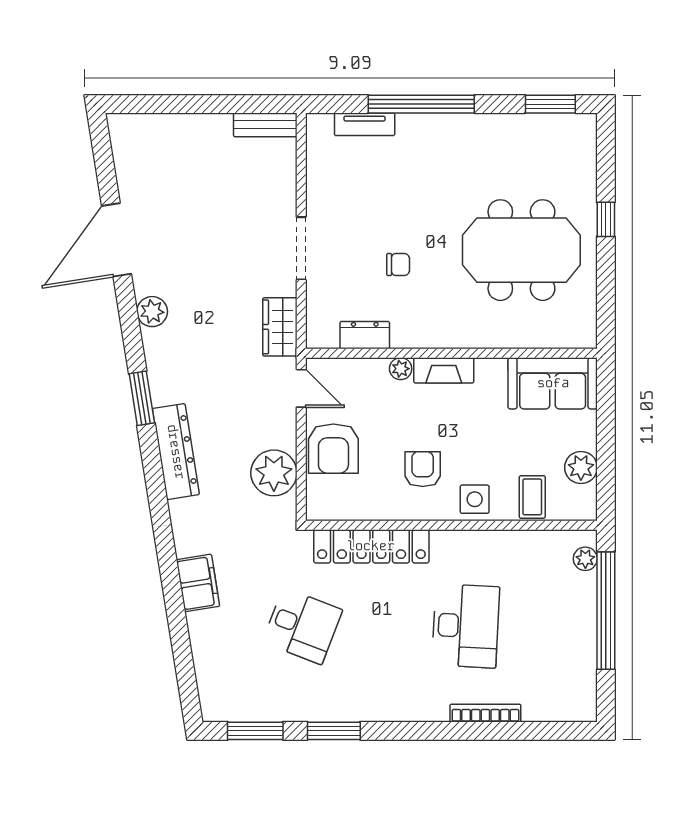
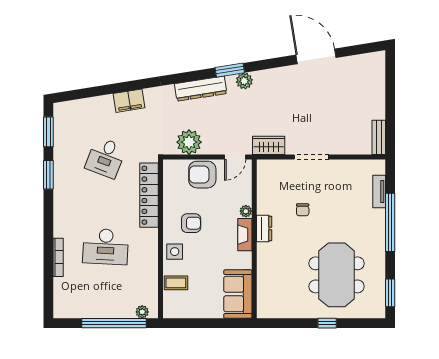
meeting table: (521, 250) -> (337, 275), moved
plant: (152, 312) -> (244, 81), moved
dresser: (365, 335) -> (264, 228), moved
plant: (581, 468) -> (192, 309), removed

